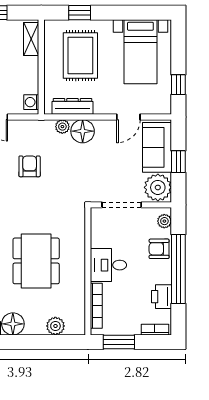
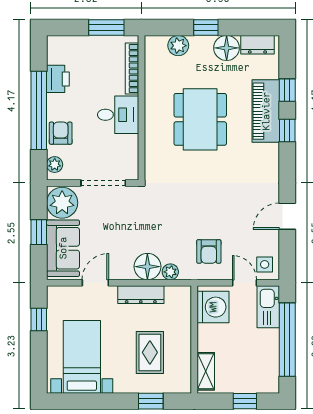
rug: (80, 56) -> (150, 352), width x0.73, depth x0.70
washing machine: (31, 102) -> (213, 307), width x1.89, depth x1.89
dresser: (72, 106) -> (141, 295), moved
armchair: (30, 166) -> (209, 251), moved
armchair: (159, 249) -> (61, 133), turned -90
bookcase: (155, 330) -> (65, 41), removed
window: (31, 342) -> (206, 27), added

